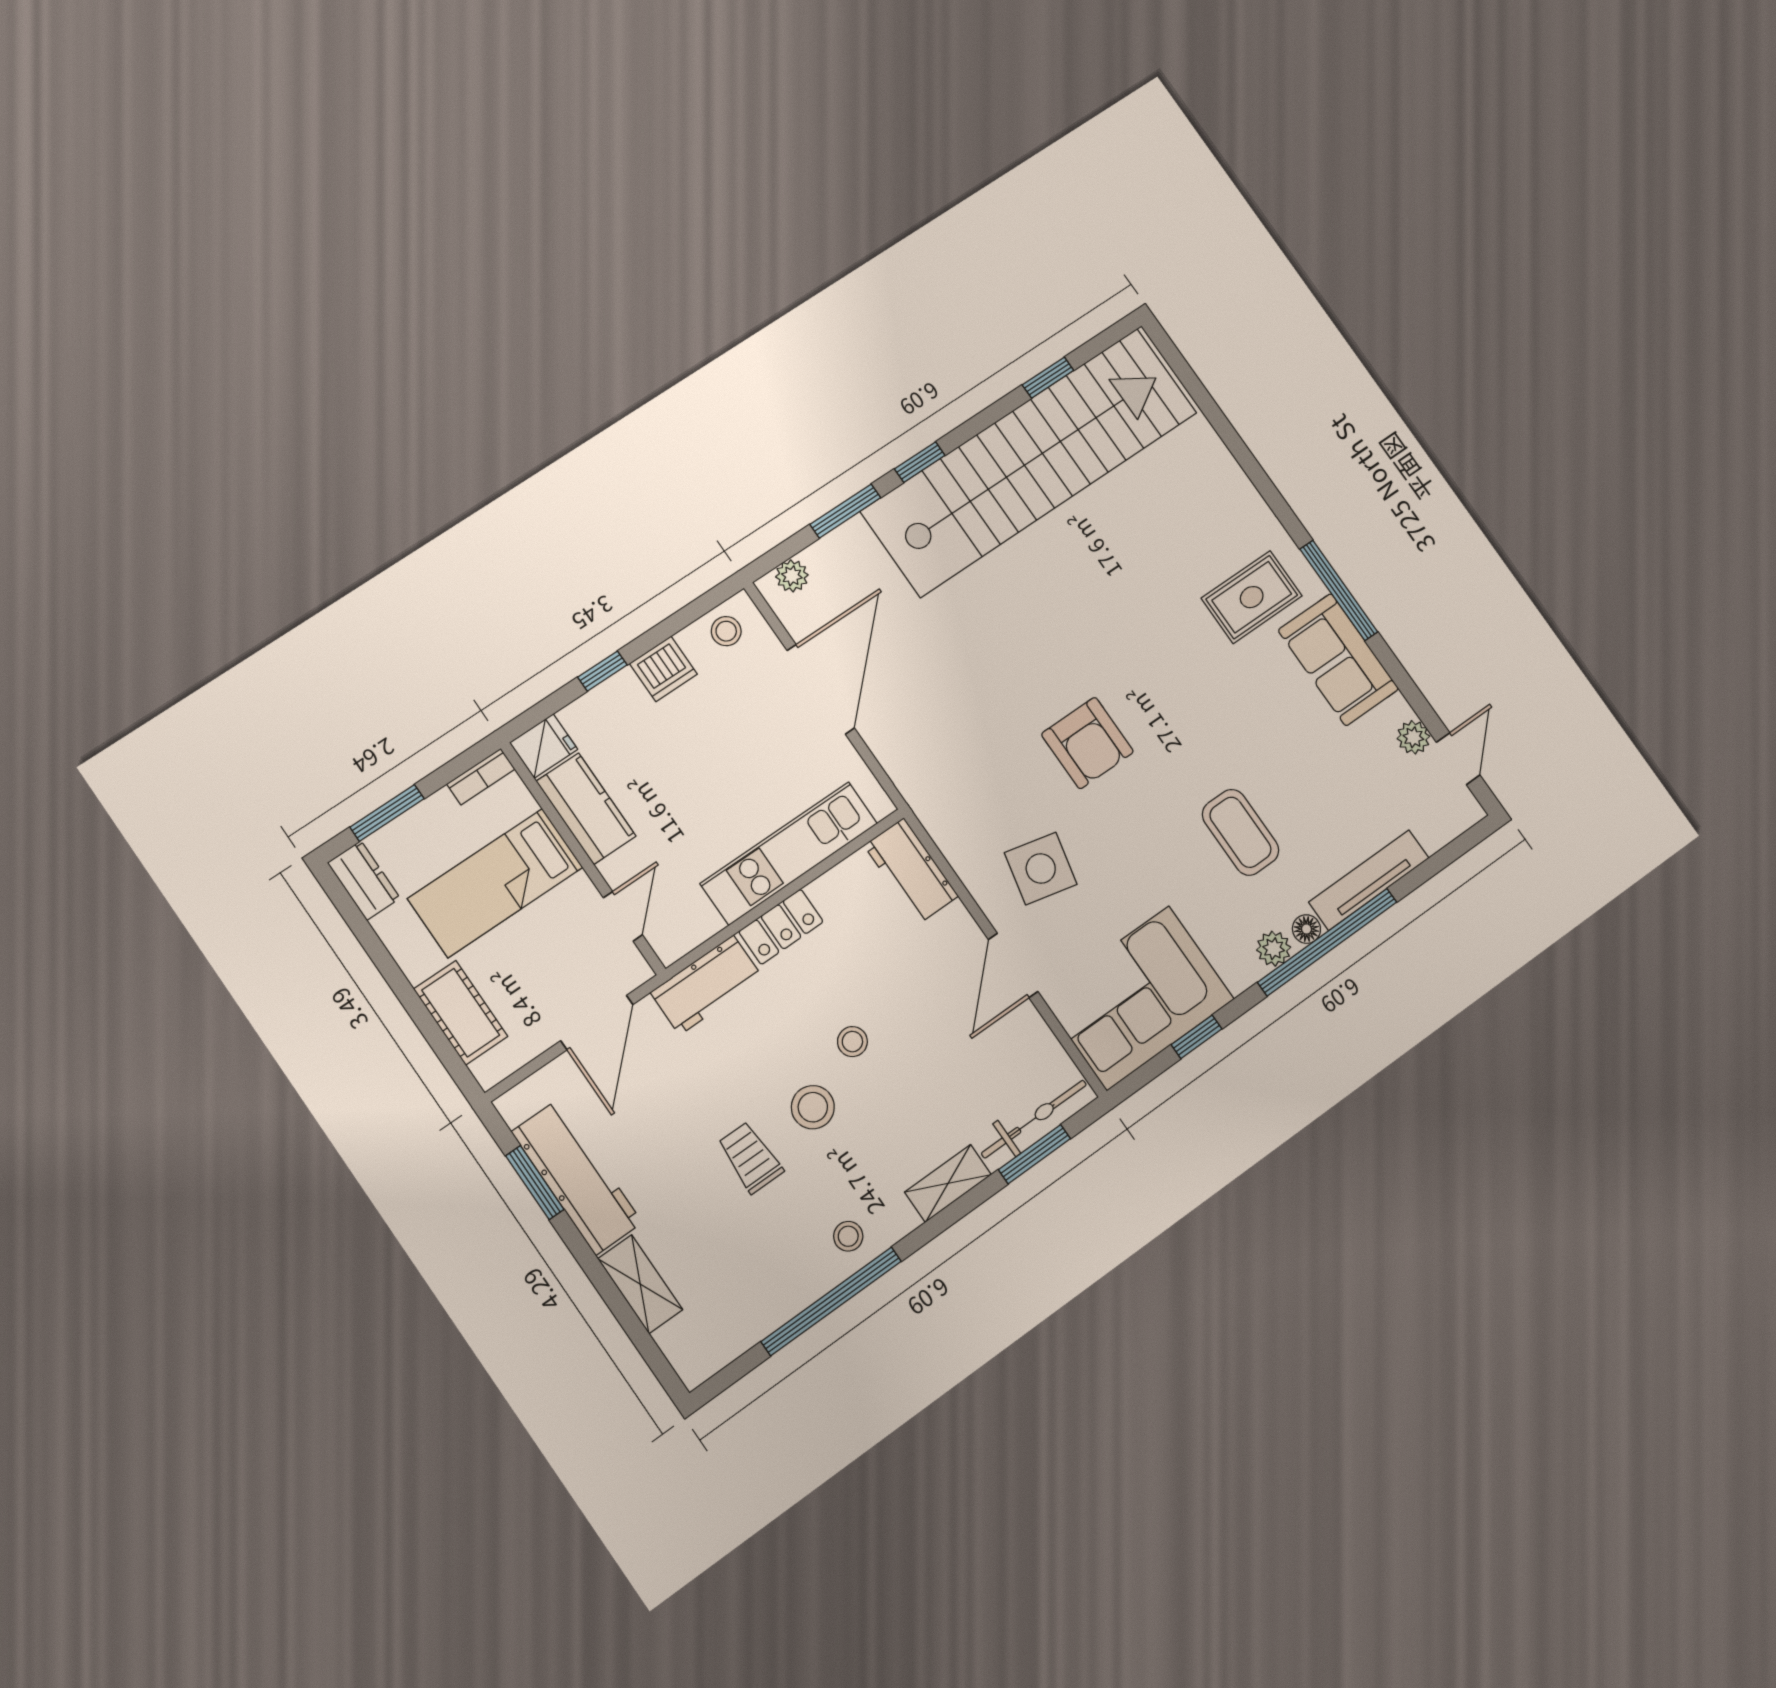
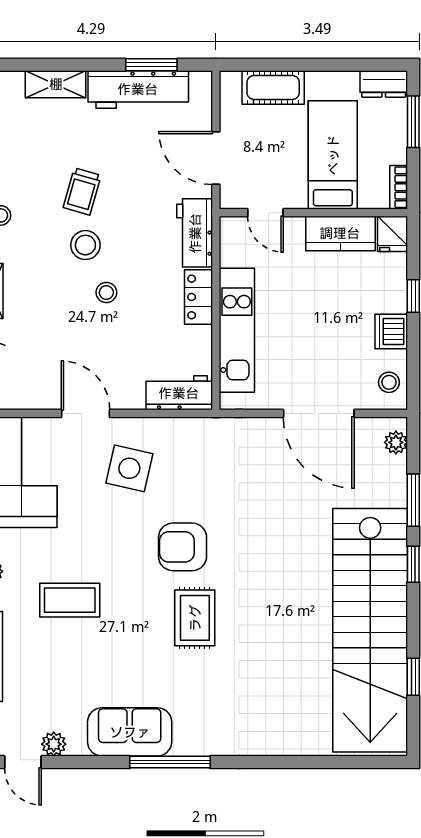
rug: (1252, 597) -> (195, 618), moved
trolley: (750, 1157) -> (82, 191), turned 106

